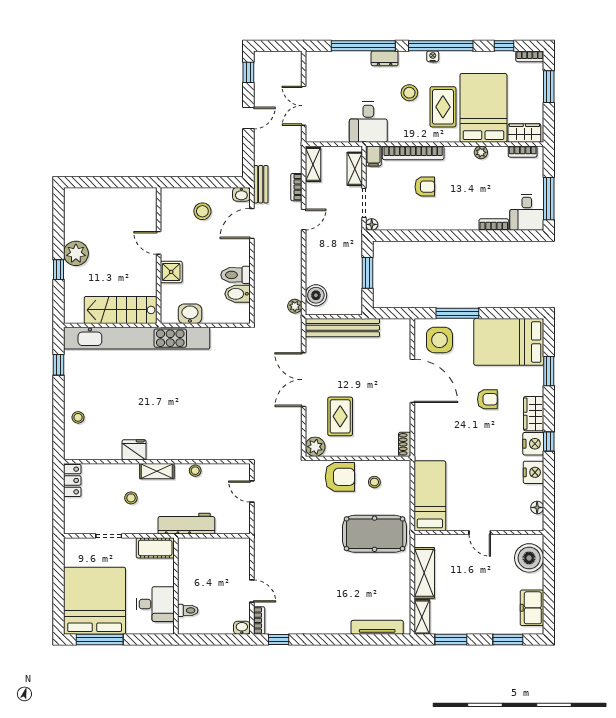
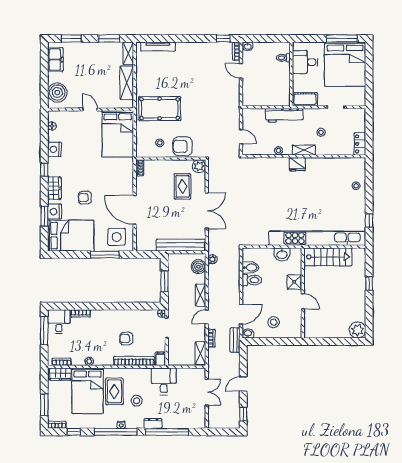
shelving: (355, 169) -> (201, 295), moved
plant: (76, 253) -> (357, 330), moved
nightstand: (533, 444) -> (55, 212), moved
fridge: (134, 450) -> (297, 164), moved
bed: (430, 496) -> (118, 134), width x1.50

